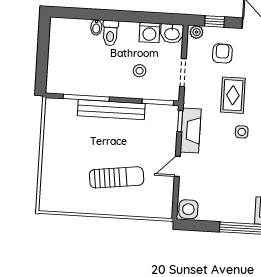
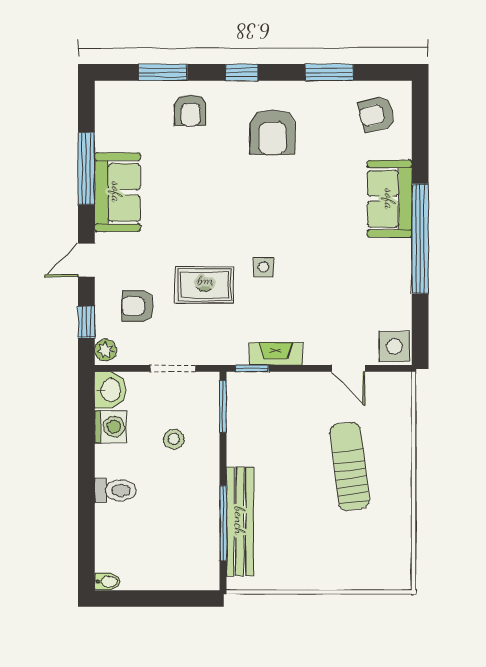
bidet: (96, 27) -> (107, 582), moved
bench: (111, 110) -> (240, 521), moved
fireplace: (191, 130) -> (276, 354), width x0.73, depth x0.76
door: (177, 166) -> (348, 368), moved

